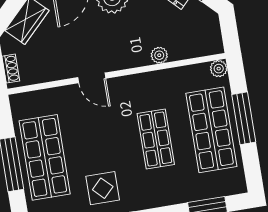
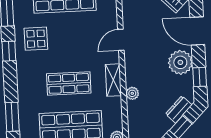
shelving: (145, 82) -> (113, 80), added

